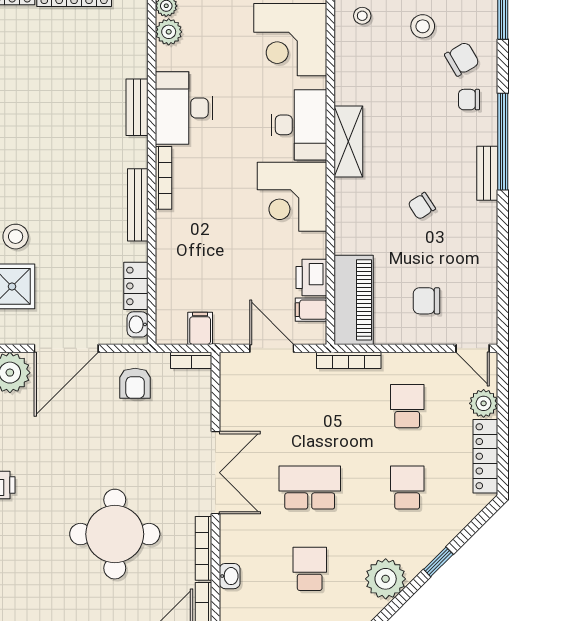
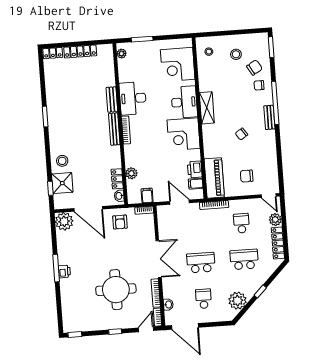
plant: (169, 32) -> (131, 173), moved
bench: (138, 205) -> (114, 129), moved
door: (66, 348) -> (88, 209), hinge flipped
school desk: (407, 488) -> (244, 259), width x1.85

